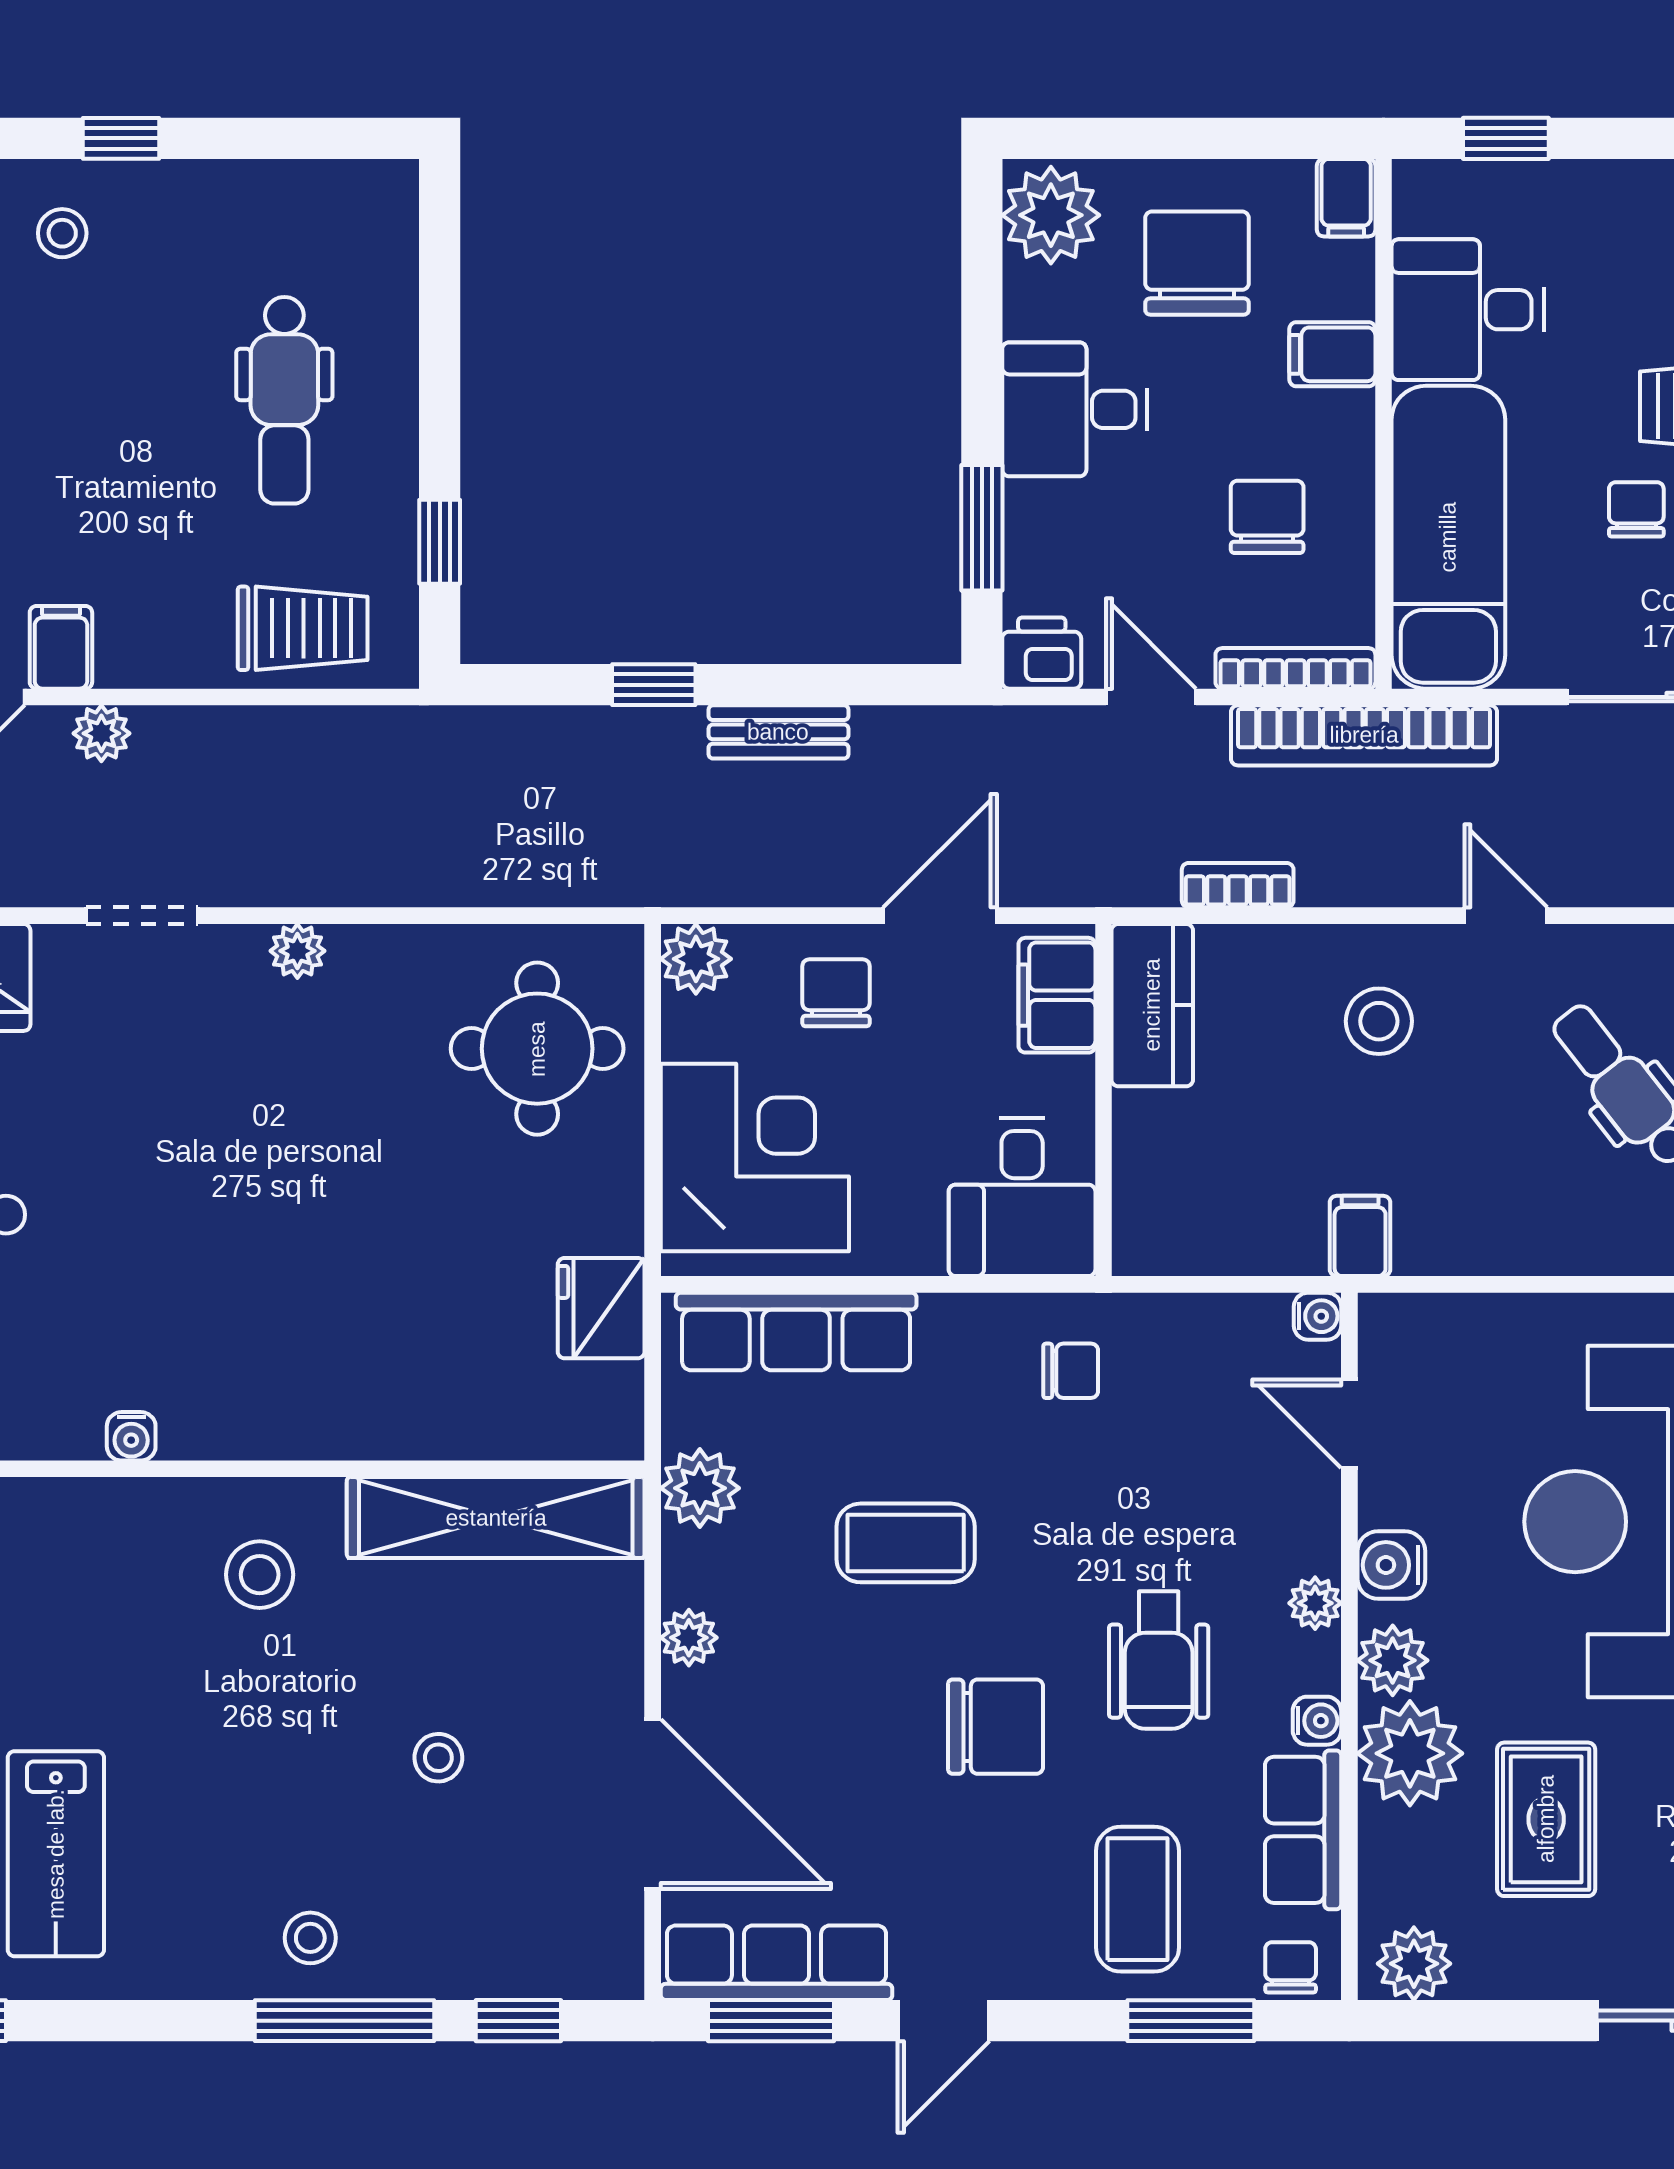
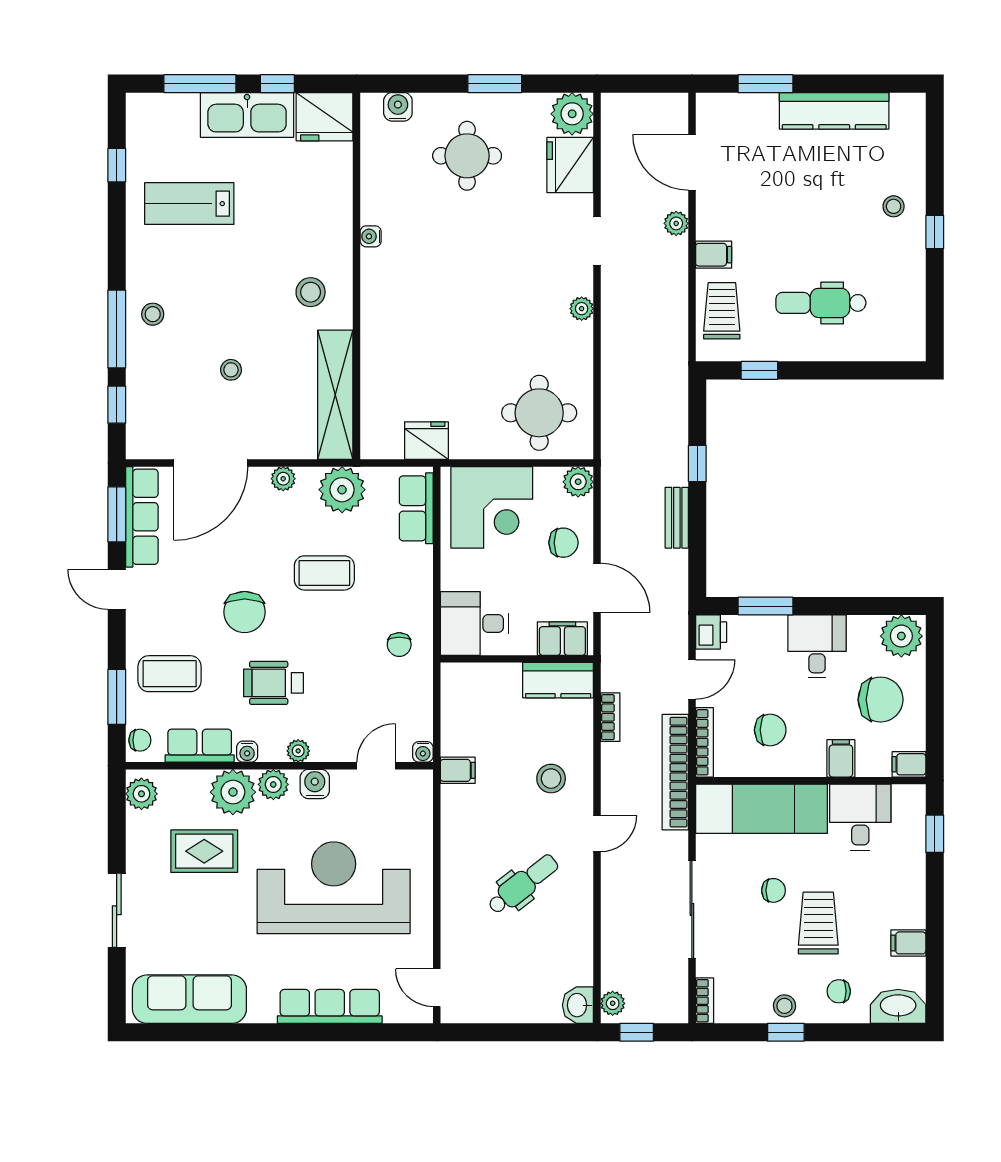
trolley: (303, 628) -> (722, 311), turned 180
filing cabinet: (61, 647) -> (714, 255), moved
row of seats: (796, 1332) -> (416, 508), width x0.68
plant: (700, 1488) -> (342, 490), width x1.36, depth x1.36
coffee table: (906, 1543) -> (324, 573), turned 90

